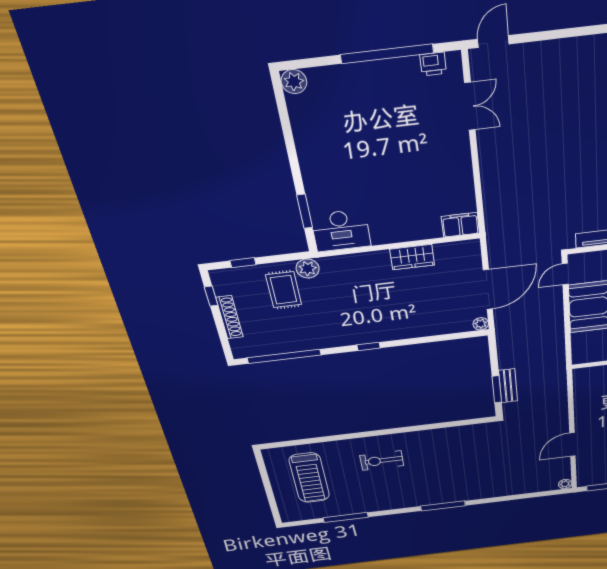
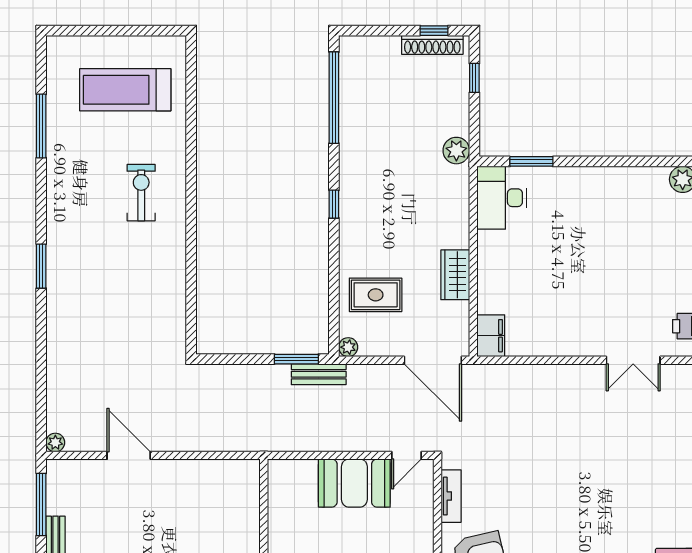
door: (565, 274) -> (406, 455), swing flipped
rug: (284, 290) -> (376, 295), moved
door: (488, 290) -> (433, 360), moved
shoe rack: (229, 317) -> (432, 45), moved
bench: (508, 386) -> (319, 374), moved
window: (497, 389) -> (296, 359), moved
window: (443, 506) -> (41, 266), width x0.69

